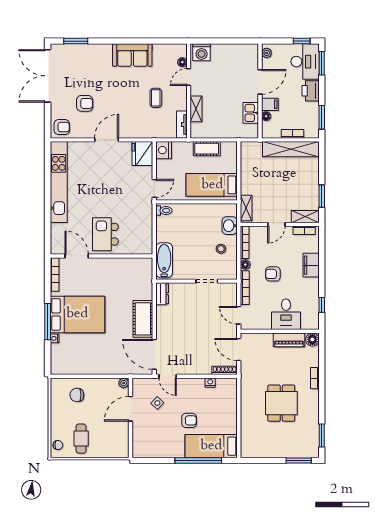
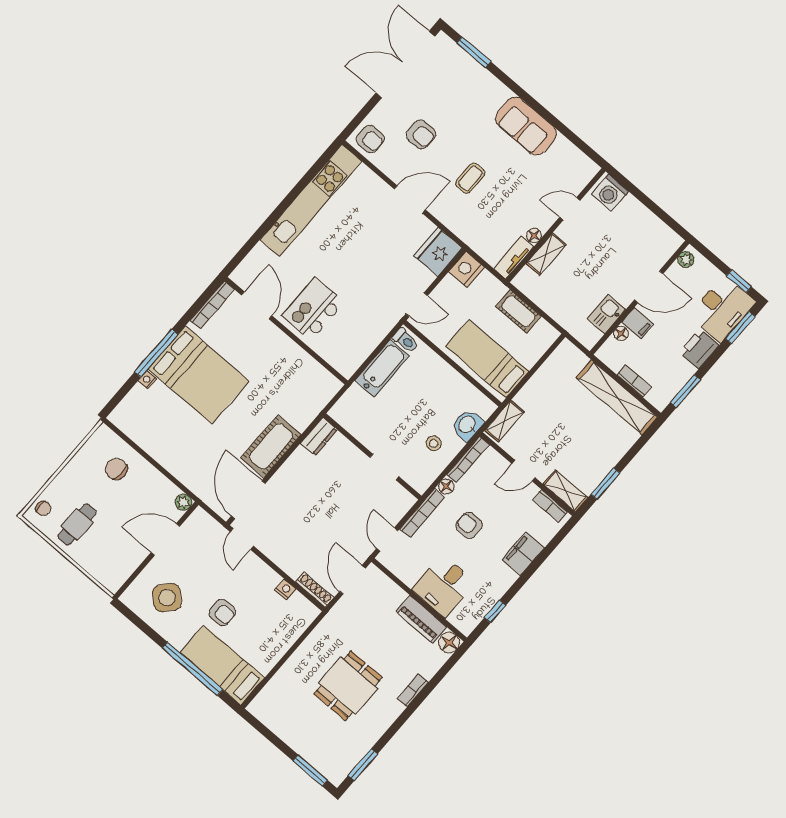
floor lamp: (182, 62) -> (534, 235), moved
coffee table: (156, 98) -> (470, 178), moved
bathtub: (164, 260) -> (382, 368), moved
side table: (157, 403) -> (167, 598), moved, width x1.87, depth x1.87

